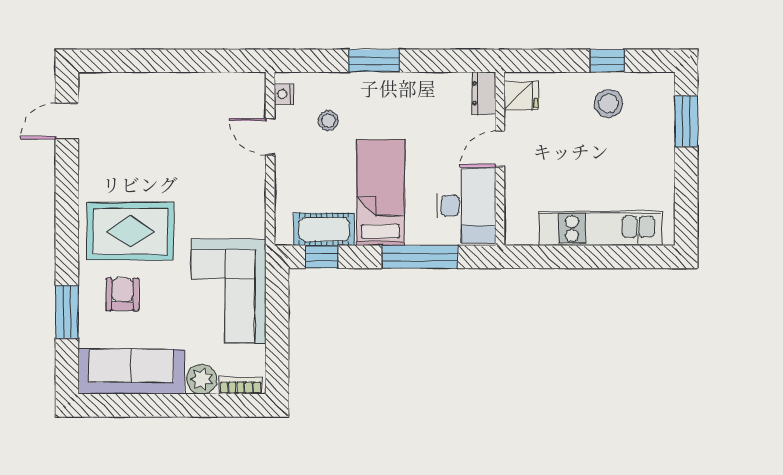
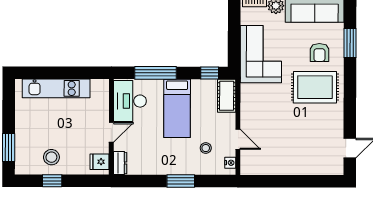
cot: (324, 229) -> (227, 96), moved, turned 90

